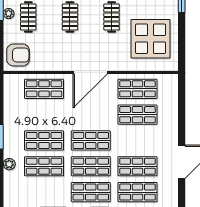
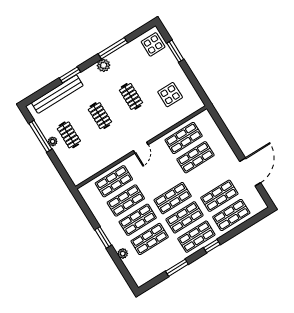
display table: (151, 39) -> (170, 95), width x0.54, depth x0.54
armchair: (18, 55) -> (79, 168), removed
door: (90, 72) -> (141, 148), width x0.53
shop shelf: (44, 115) -> (126, 200), added

